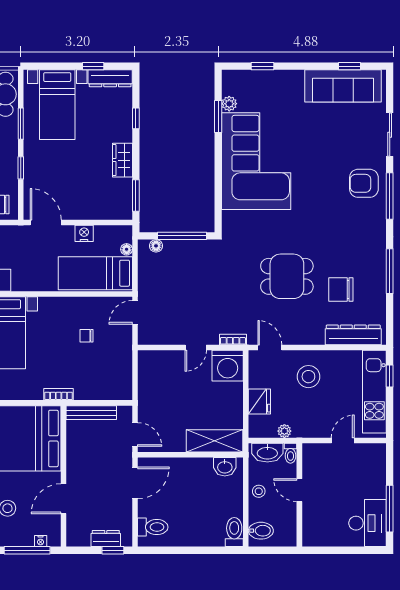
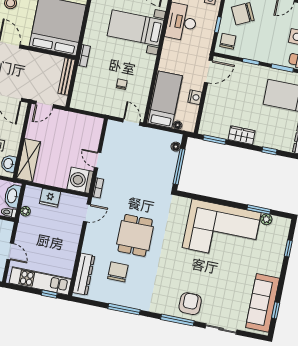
stool: (308, 377) -> (61, 236), removed

